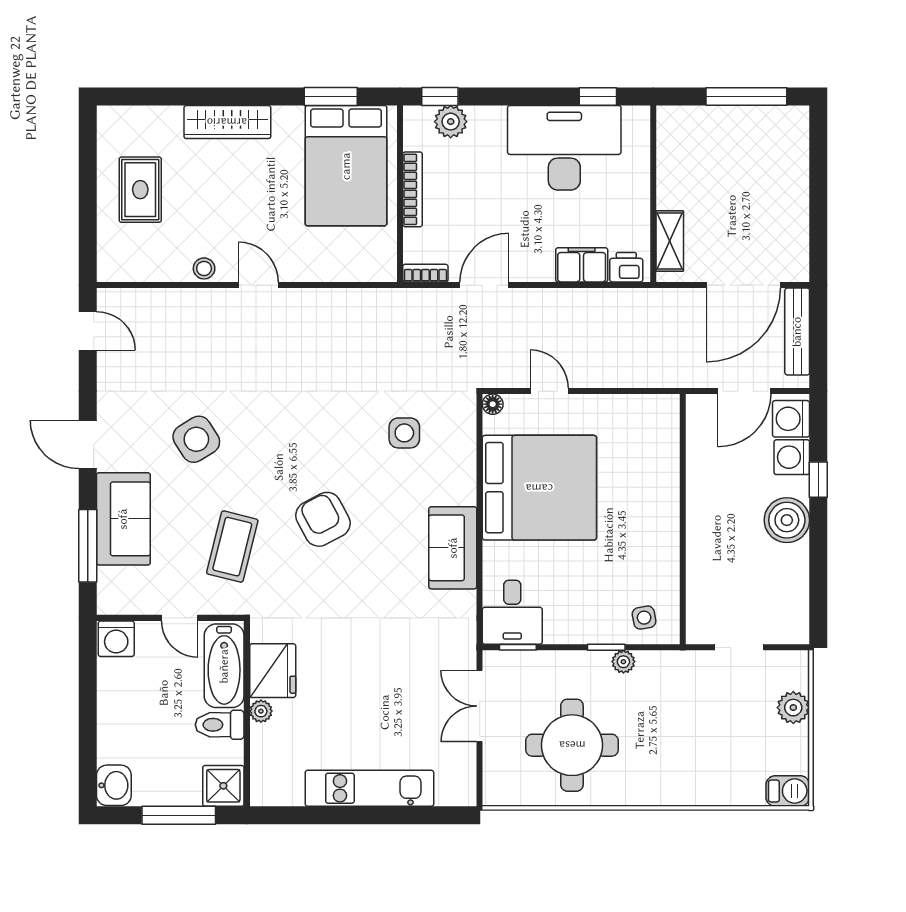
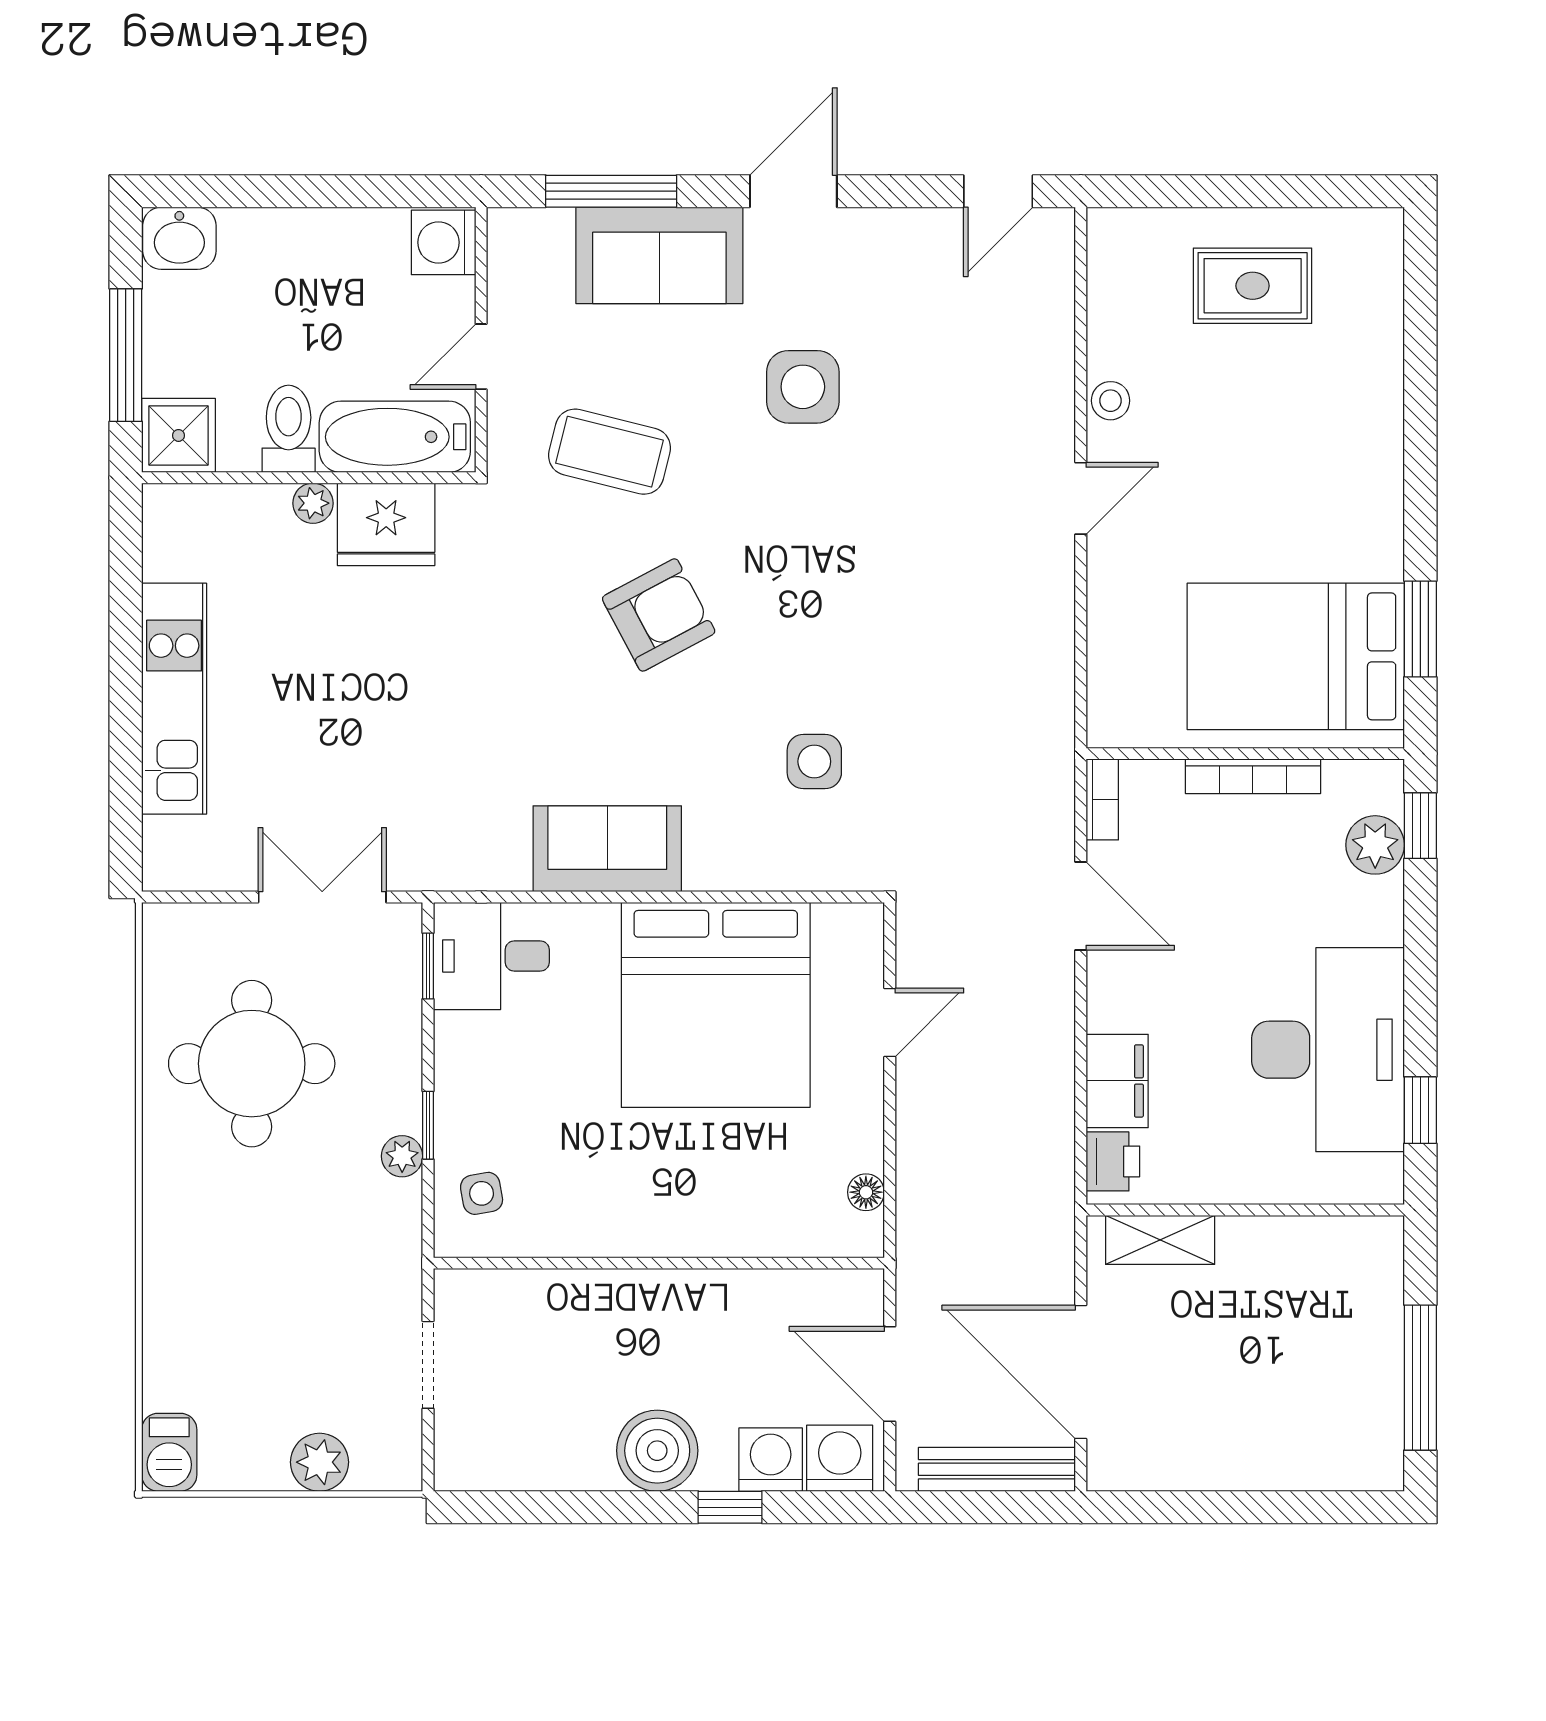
wardrobe: (227, 122) -> (1374, 443), removed
floor lamp: (493, 404) -> (866, 1192), moved
side table: (196, 439) -> (803, 387), turned 32

